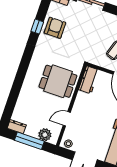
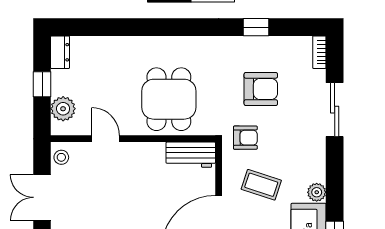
armchair: (55, 28) -> (261, 89), moved
armchair: (90, 50) -> (245, 138), added
window: (29, 141) -> (42, 84), width x0.46

